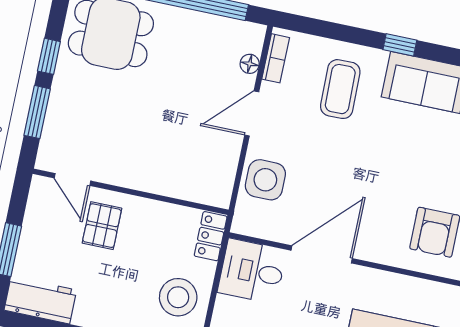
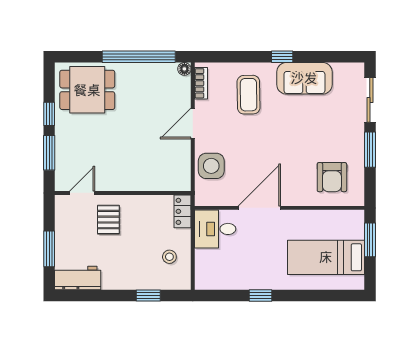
floor lamp: (250, 64) -> (184, 69), moved
door: (72, 180) -> (82, 193), swing flipped
stool: (178, 297) -> (169, 257), width x0.53, depth x0.53

